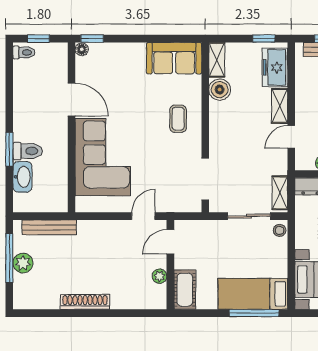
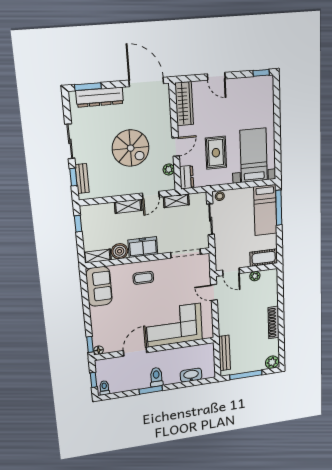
freezer: (275, 67) -> (143, 247), moved, turned 180
door: (291, 137) -> (151, 195), hinge flipped
window: (9, 149) -> (151, 390), moved
toilet: (28, 151) -> (156, 377), moved
shelving: (280, 193) -> (176, 201), moved
plant: (23, 263) -> (272, 362), moved

